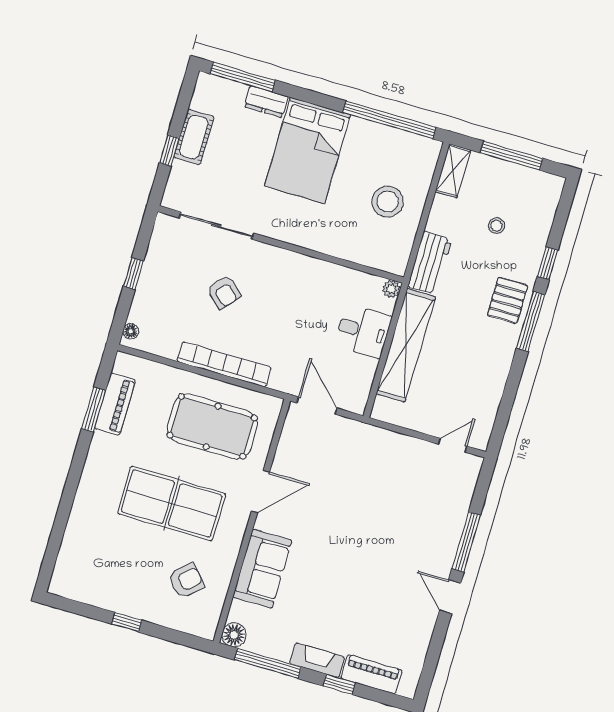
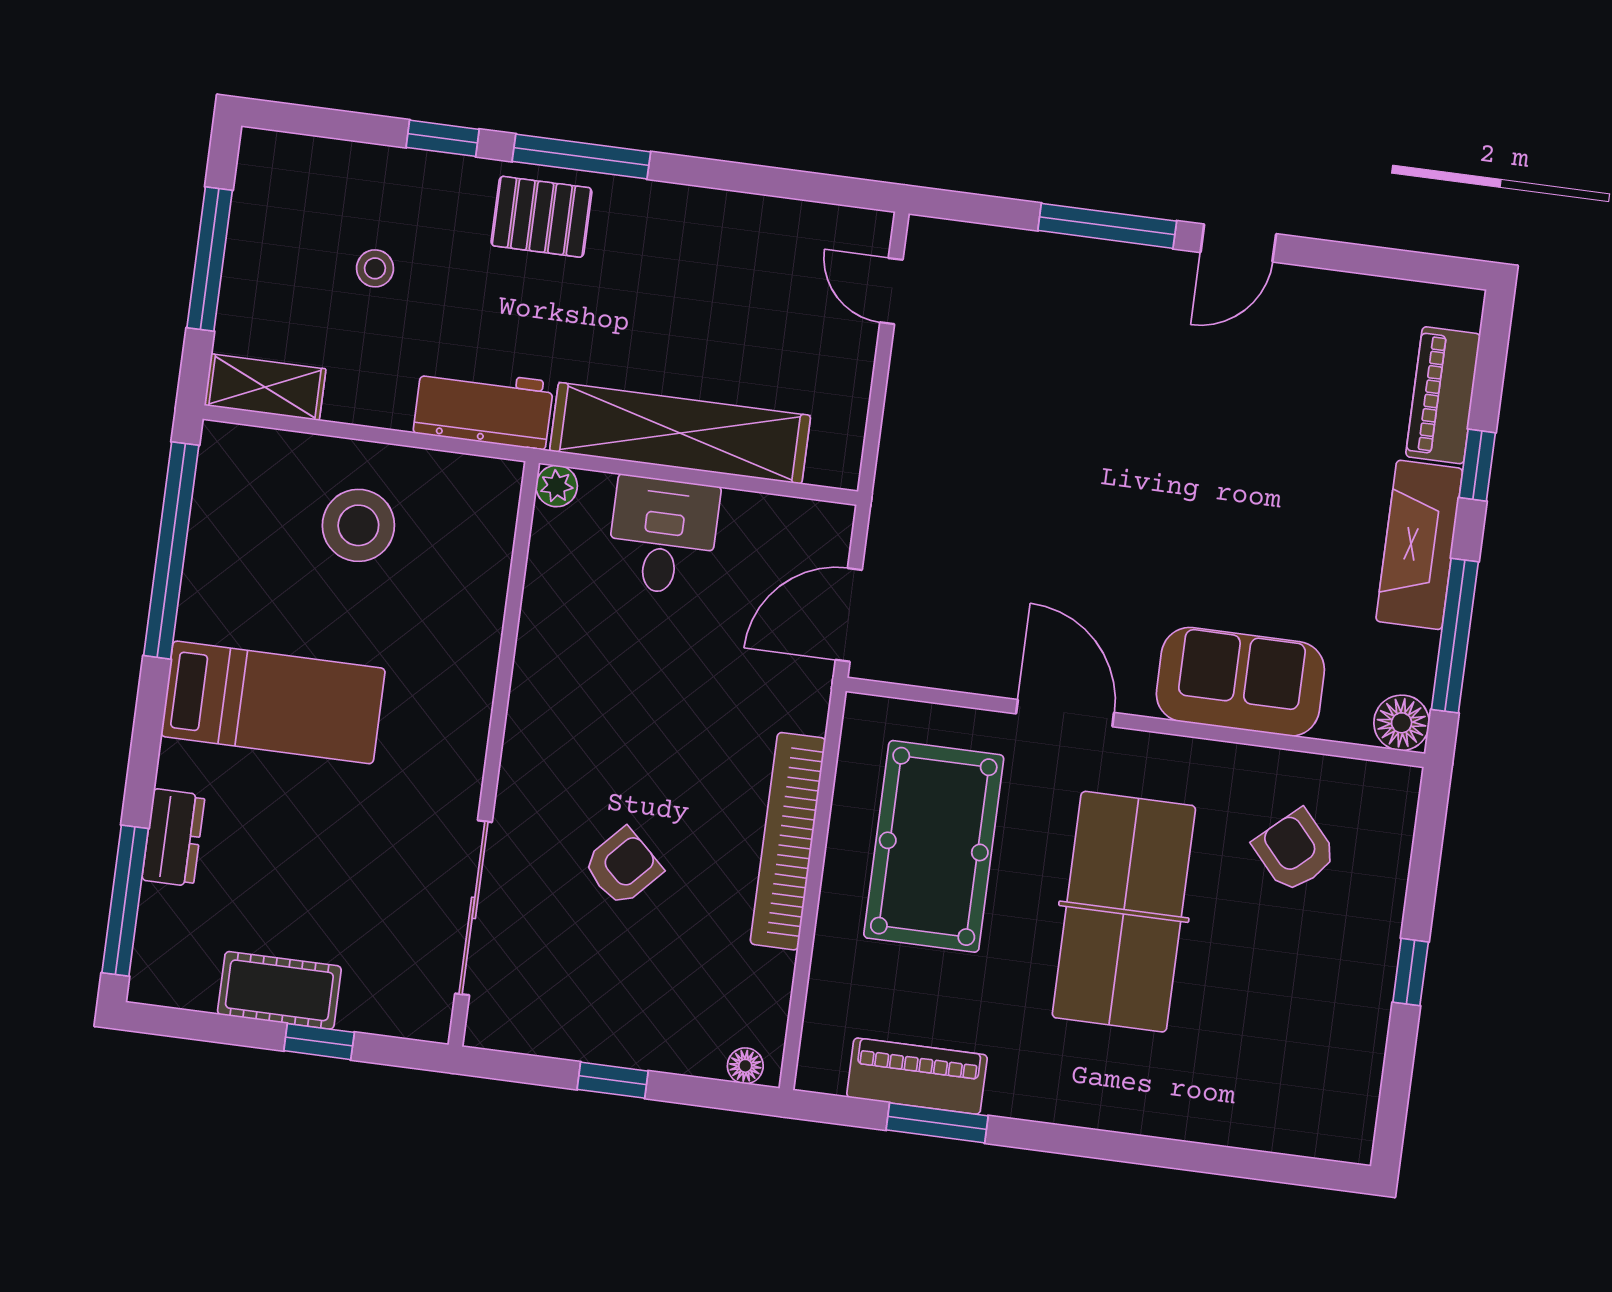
bed: (308, 150) -> (273, 702), width x0.67
fireplace: (317, 660) -> (1419, 545), width x1.37, depth x1.32

